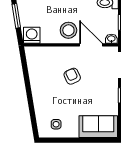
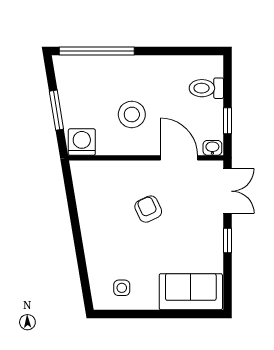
stool: (68, 30) -> (132, 114), moved

